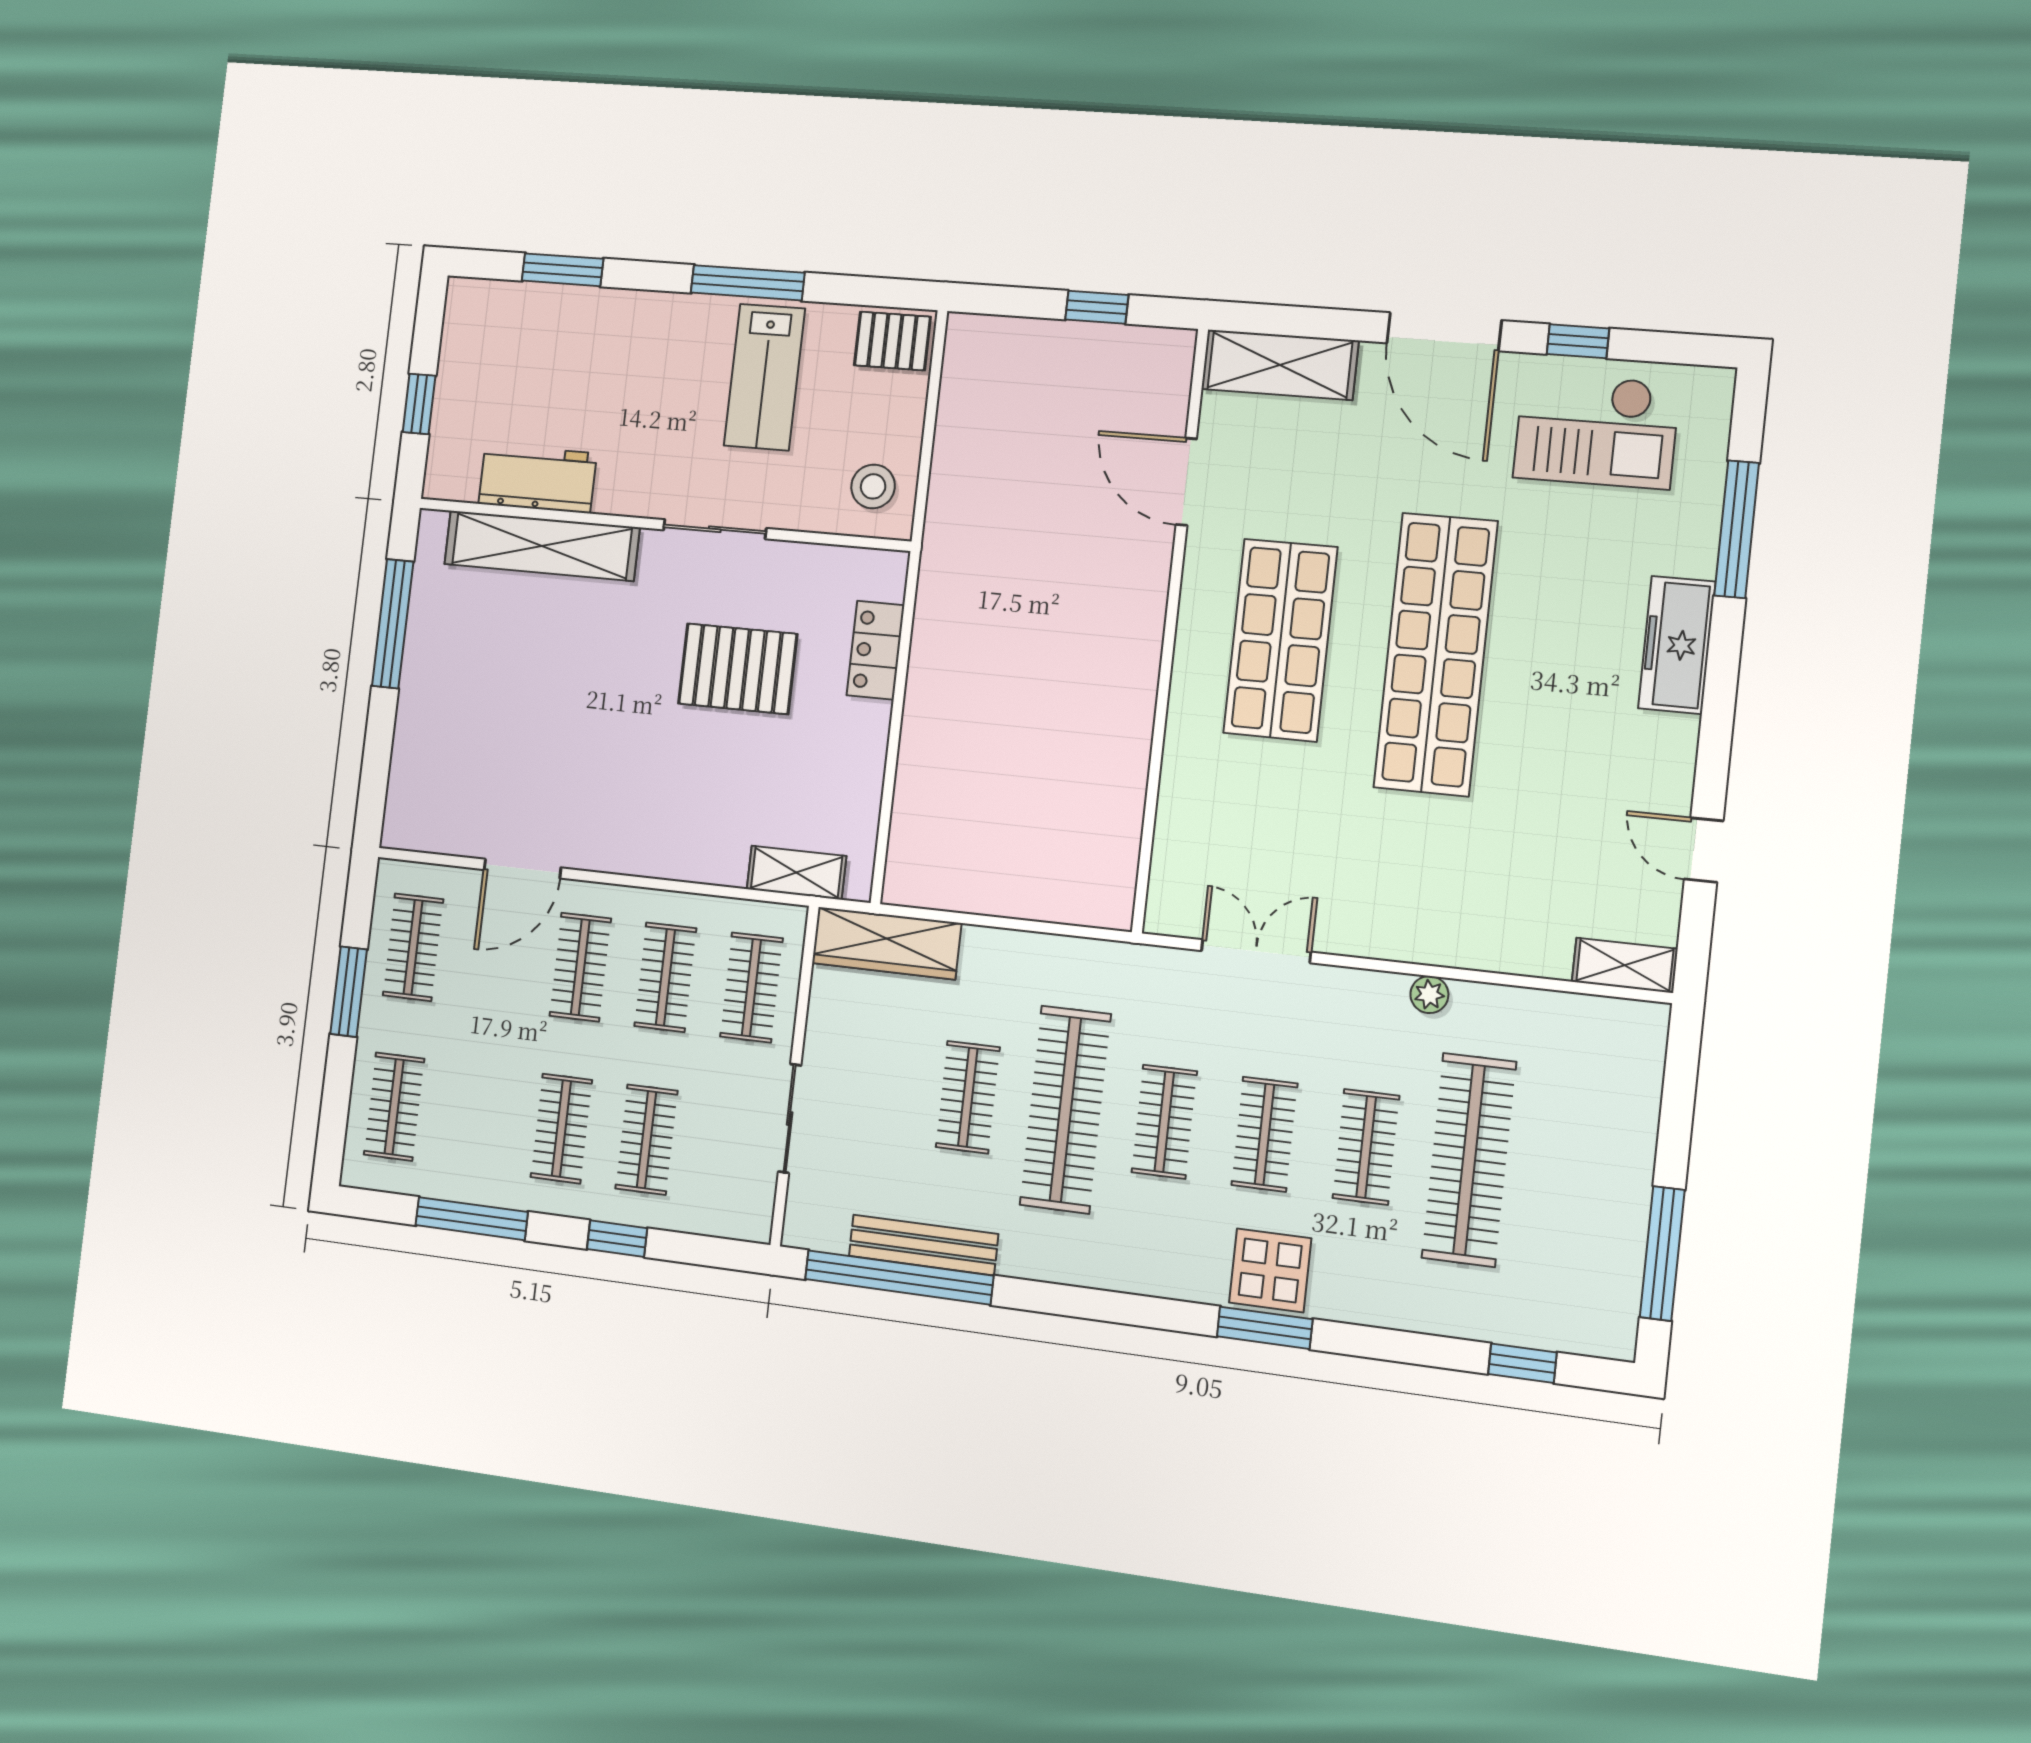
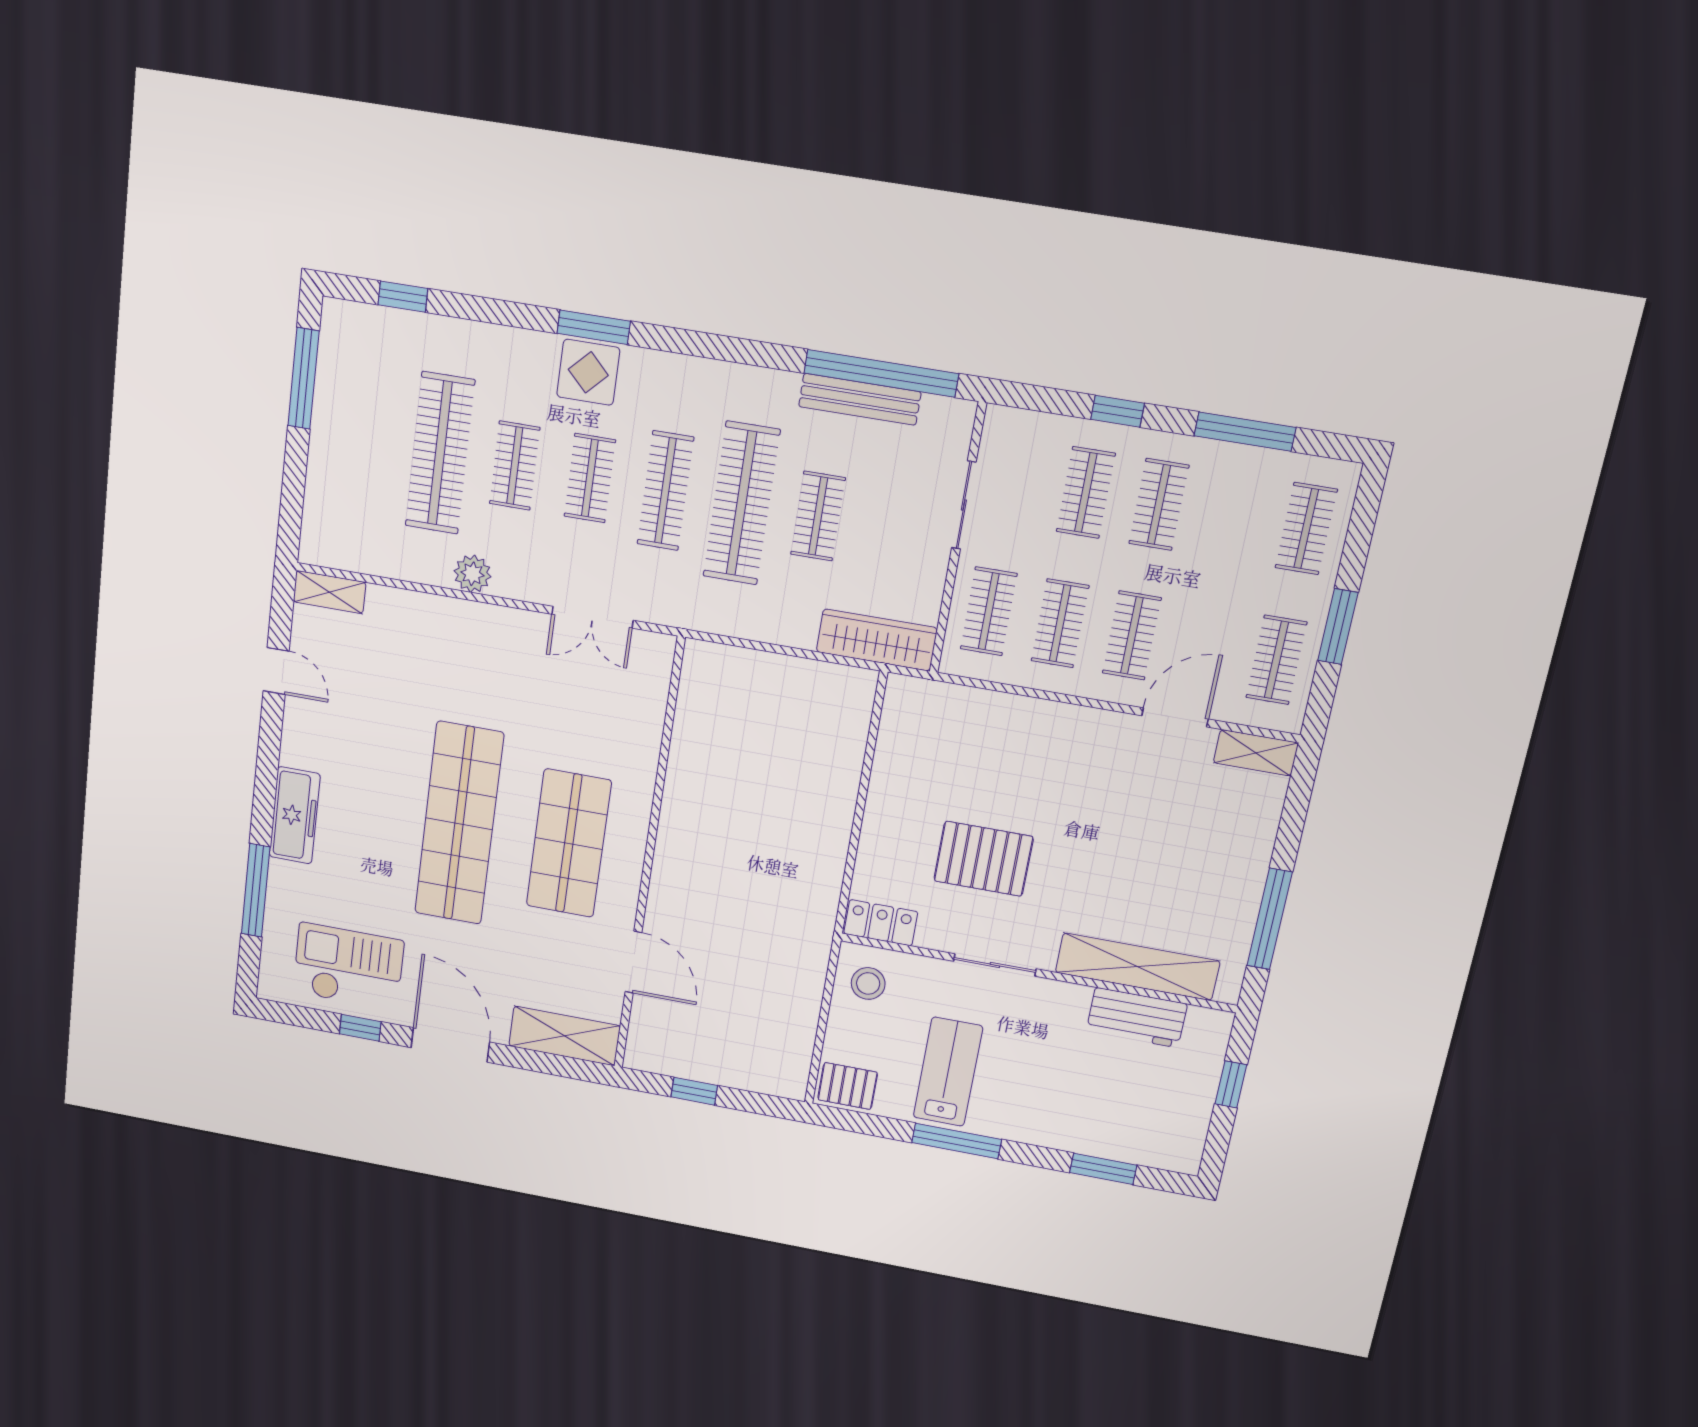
locker: (876, 650) -> (881, 923), moved, turned -90
shelving: (796, 873) -> (1256, 753), moved
plant: (1429, 995) -> (472, 574), width x1.38, depth x1.38
clothes rail: (1164, 1122) -> (665, 491), width x1.36

